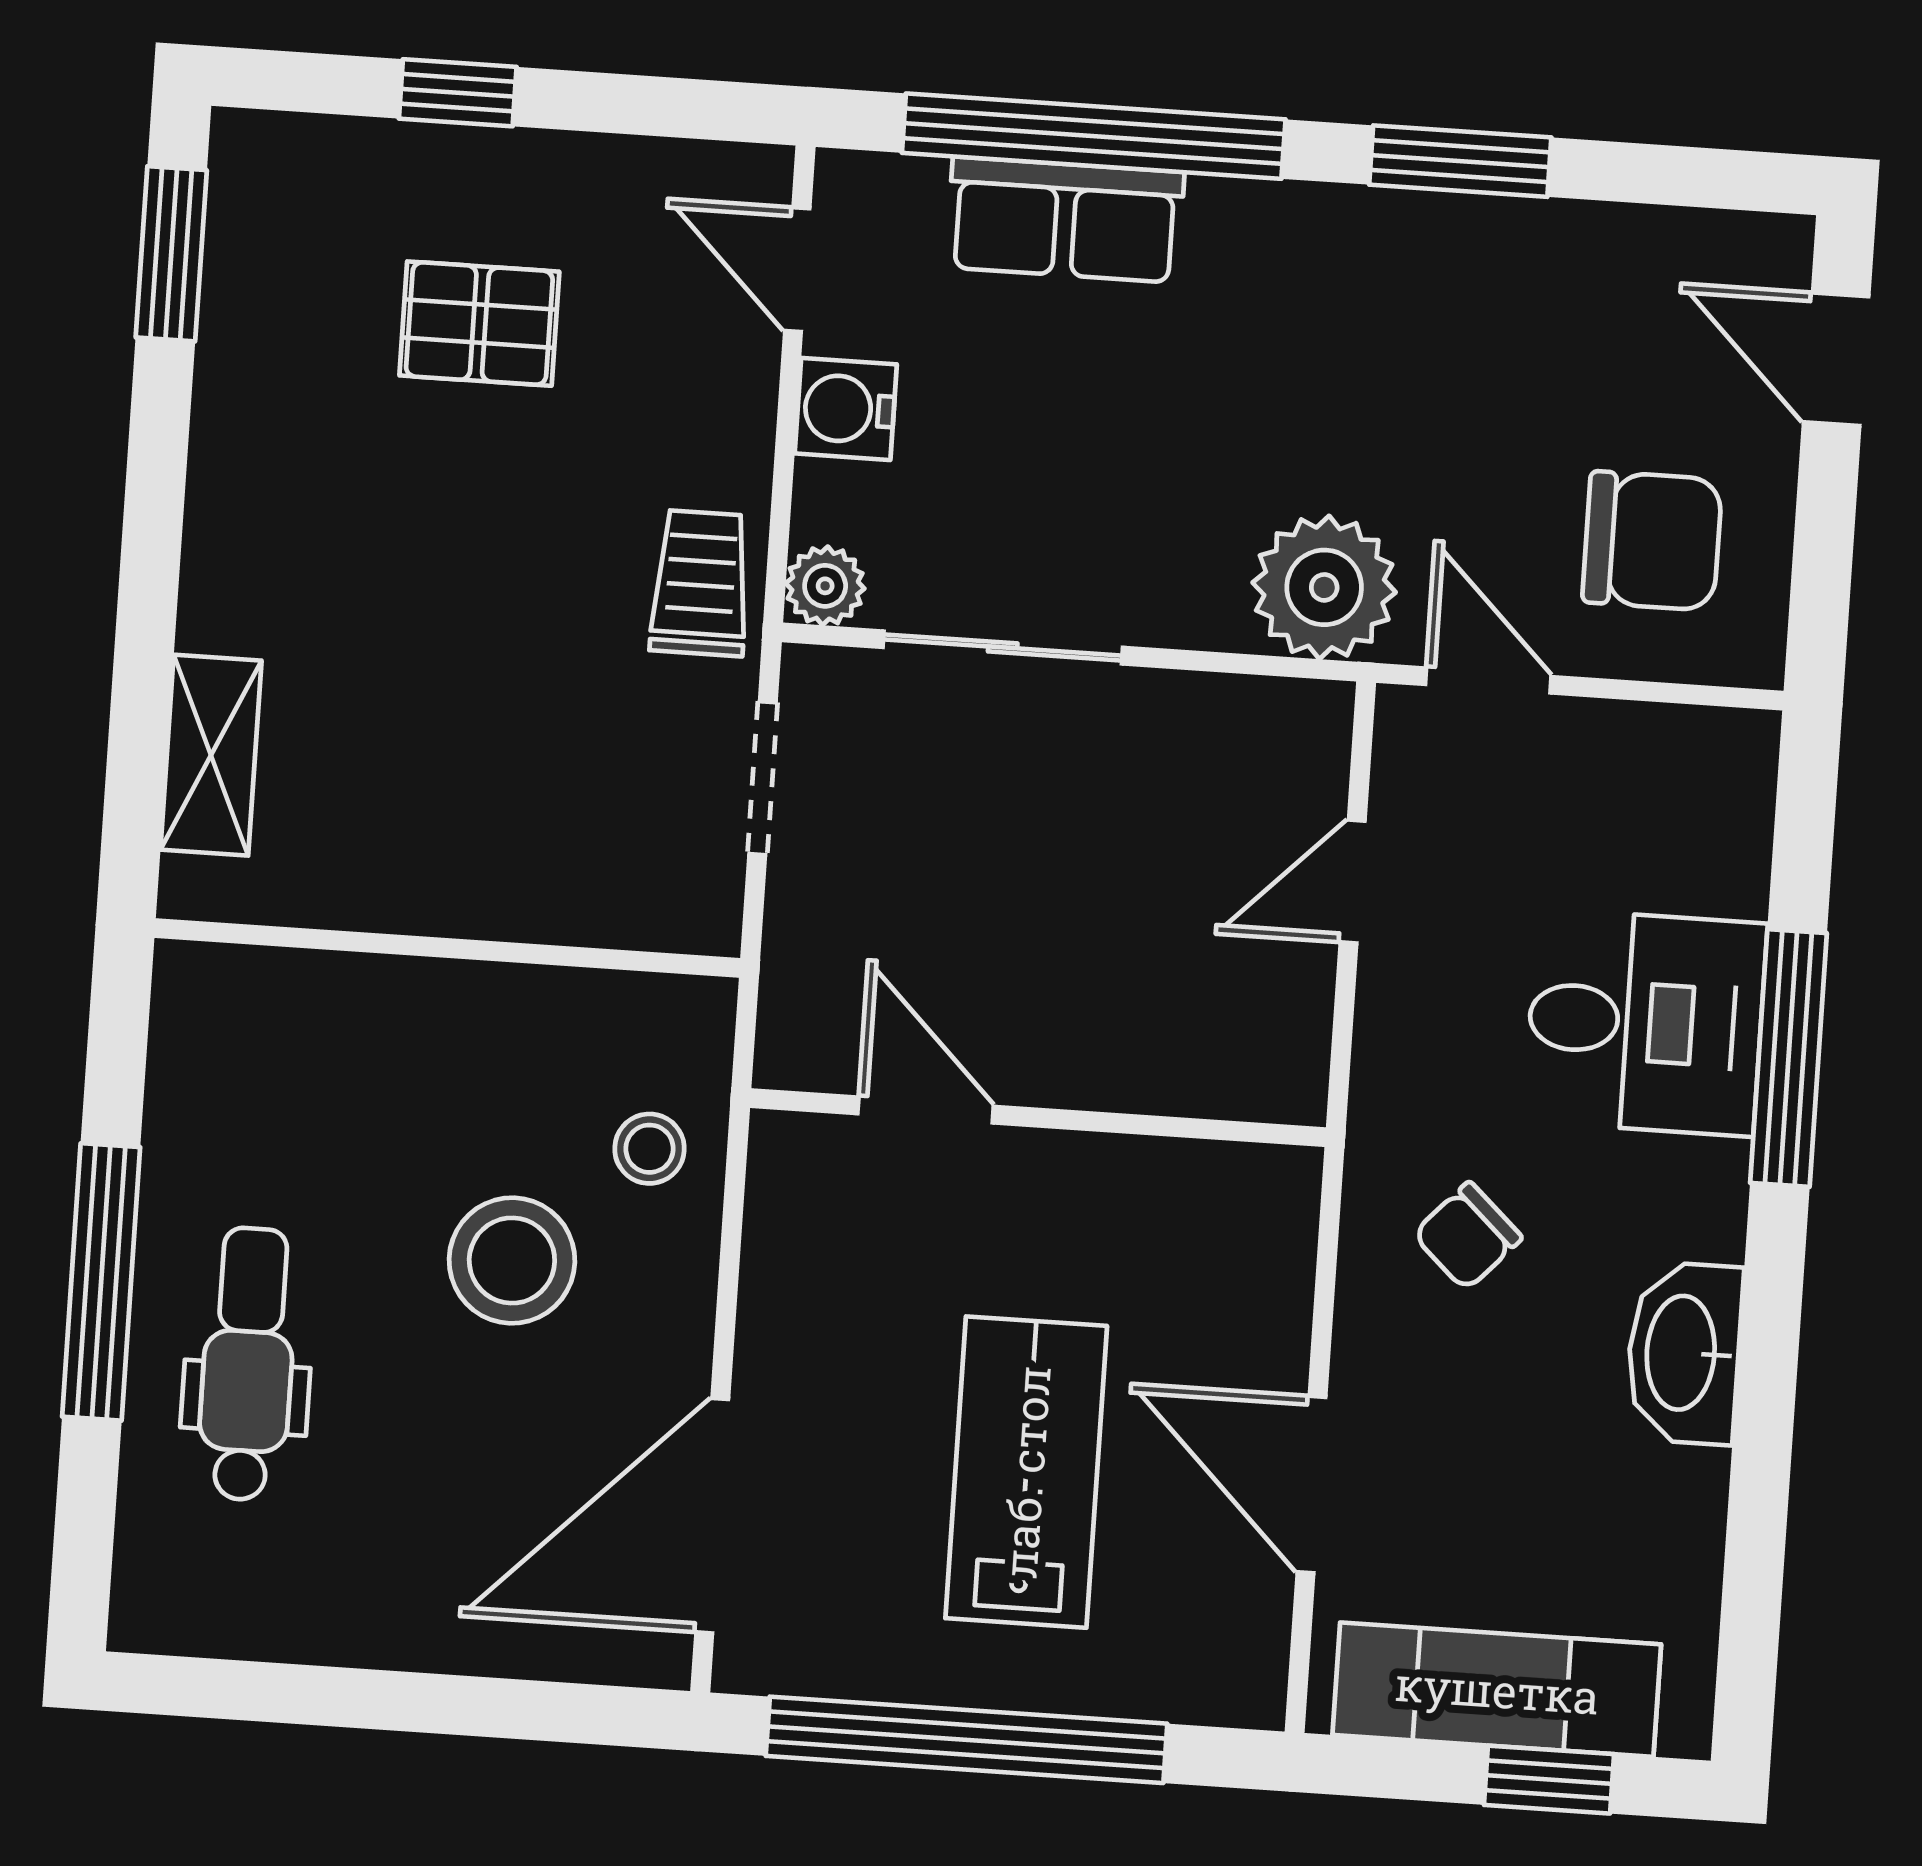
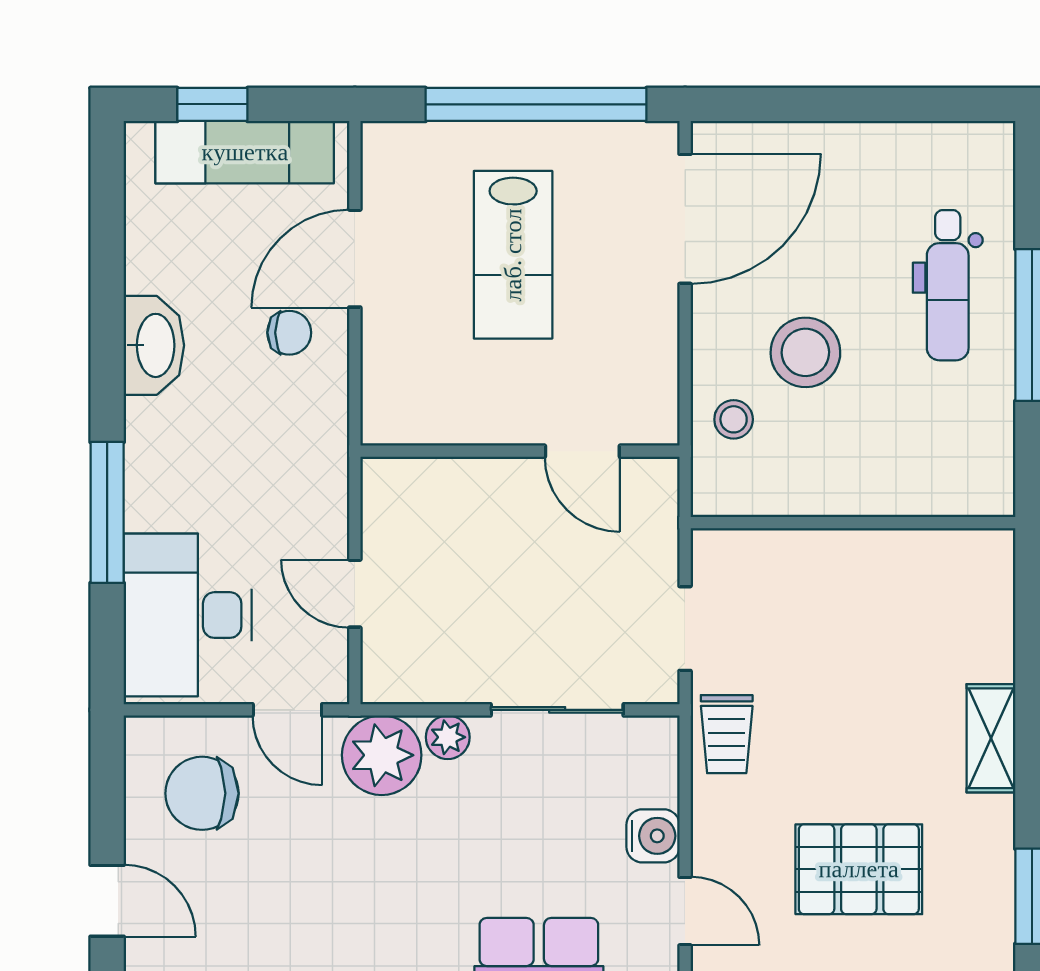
pallet: (479, 324) -> (859, 869), width x1.50, depth x1.42
plant: (825, 586) -> (448, 737), moved
shelving: (211, 755) -> (991, 738), moved
door: (1353, 882) -> (355, 594), swing flipped
desk: (1645, 1022) -> (188, 615), moved, width x1.37
chair: (1467, 1236) -> (289, 333), moved, turned 47
door: (1312, 1485) -> (355, 259), swing flipped

